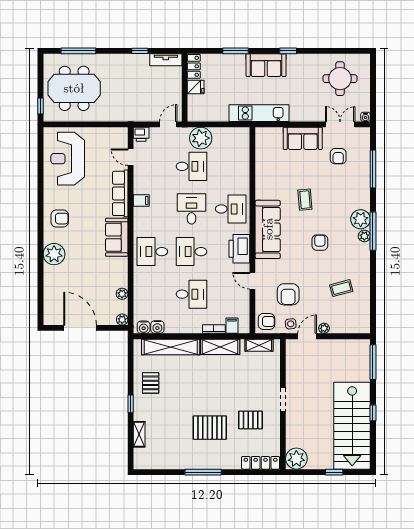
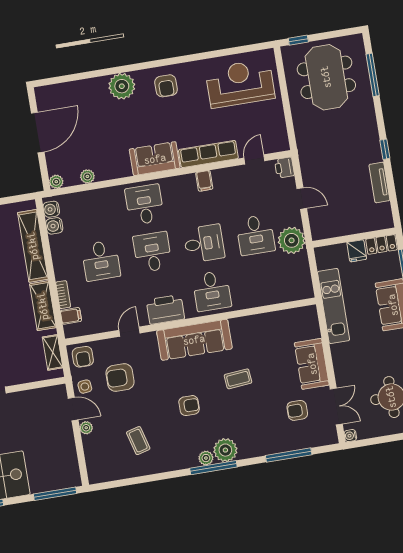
locker: (194, 66) -> (381, 244), moved
fridge: (196, 87) -> (357, 251), moved
wall: (185, 88) -> (354, 238), moved

